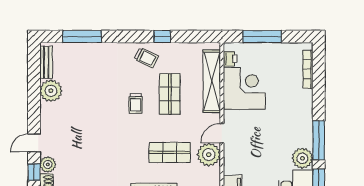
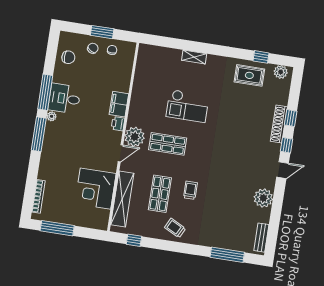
window: (162, 36) -> (134, 240), moved
window: (262, 36) -> (57, 228), moved
printer: (230, 59) -> (118, 124), moved
plant: (51, 91) -> (263, 198), moved
plant: (302, 158) -> (51, 116), width x0.53, depth x0.53
plant: (48, 164) -> (274, 150), removed

